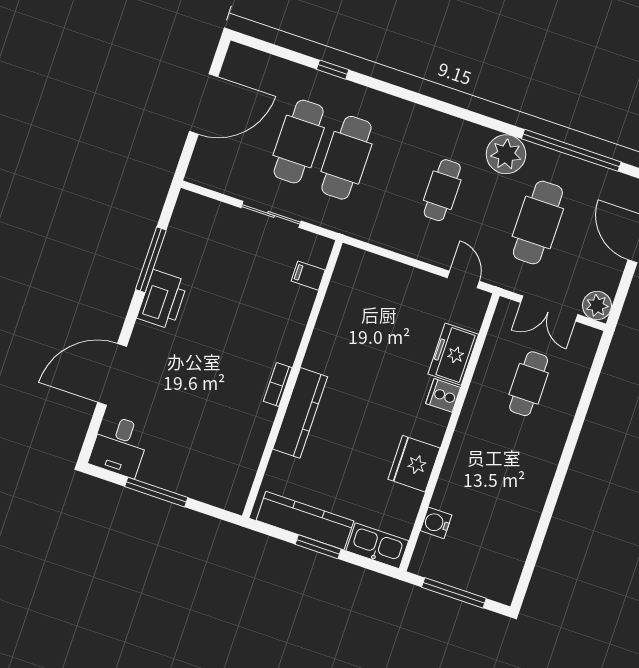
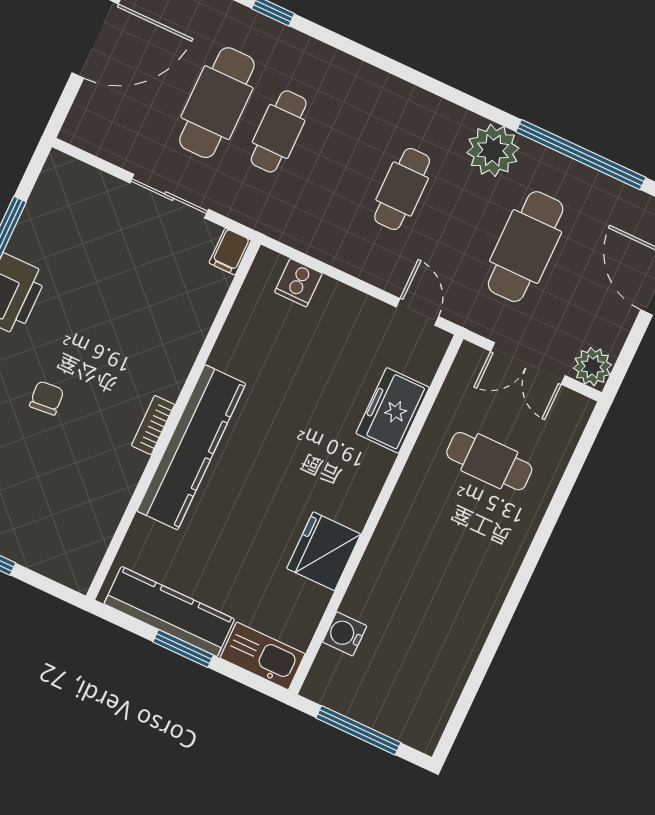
cafe table: (346, 158) -> (279, 131), width x0.73, depth x0.74
filing cabinet: (308, 276) -> (230, 252), moved, turned -90
chair: (197, 373) -> (47, 398), added
cafe table: (529, 384) -> (489, 461), turned 90
cooker: (443, 395) -> (298, 283), moved, turned -90
kitchen counter: (300, 413) -> (191, 447), width x1.39, depth x1.17

